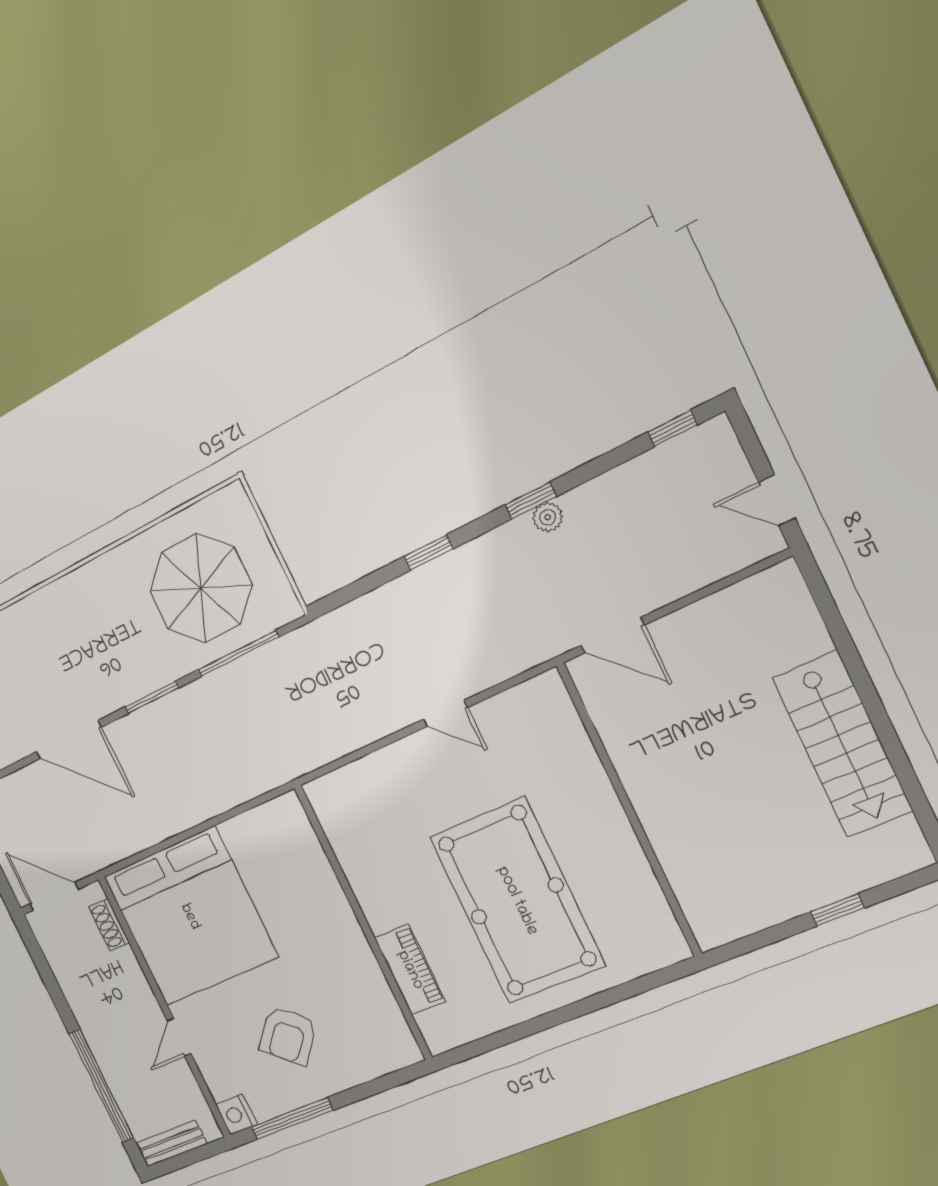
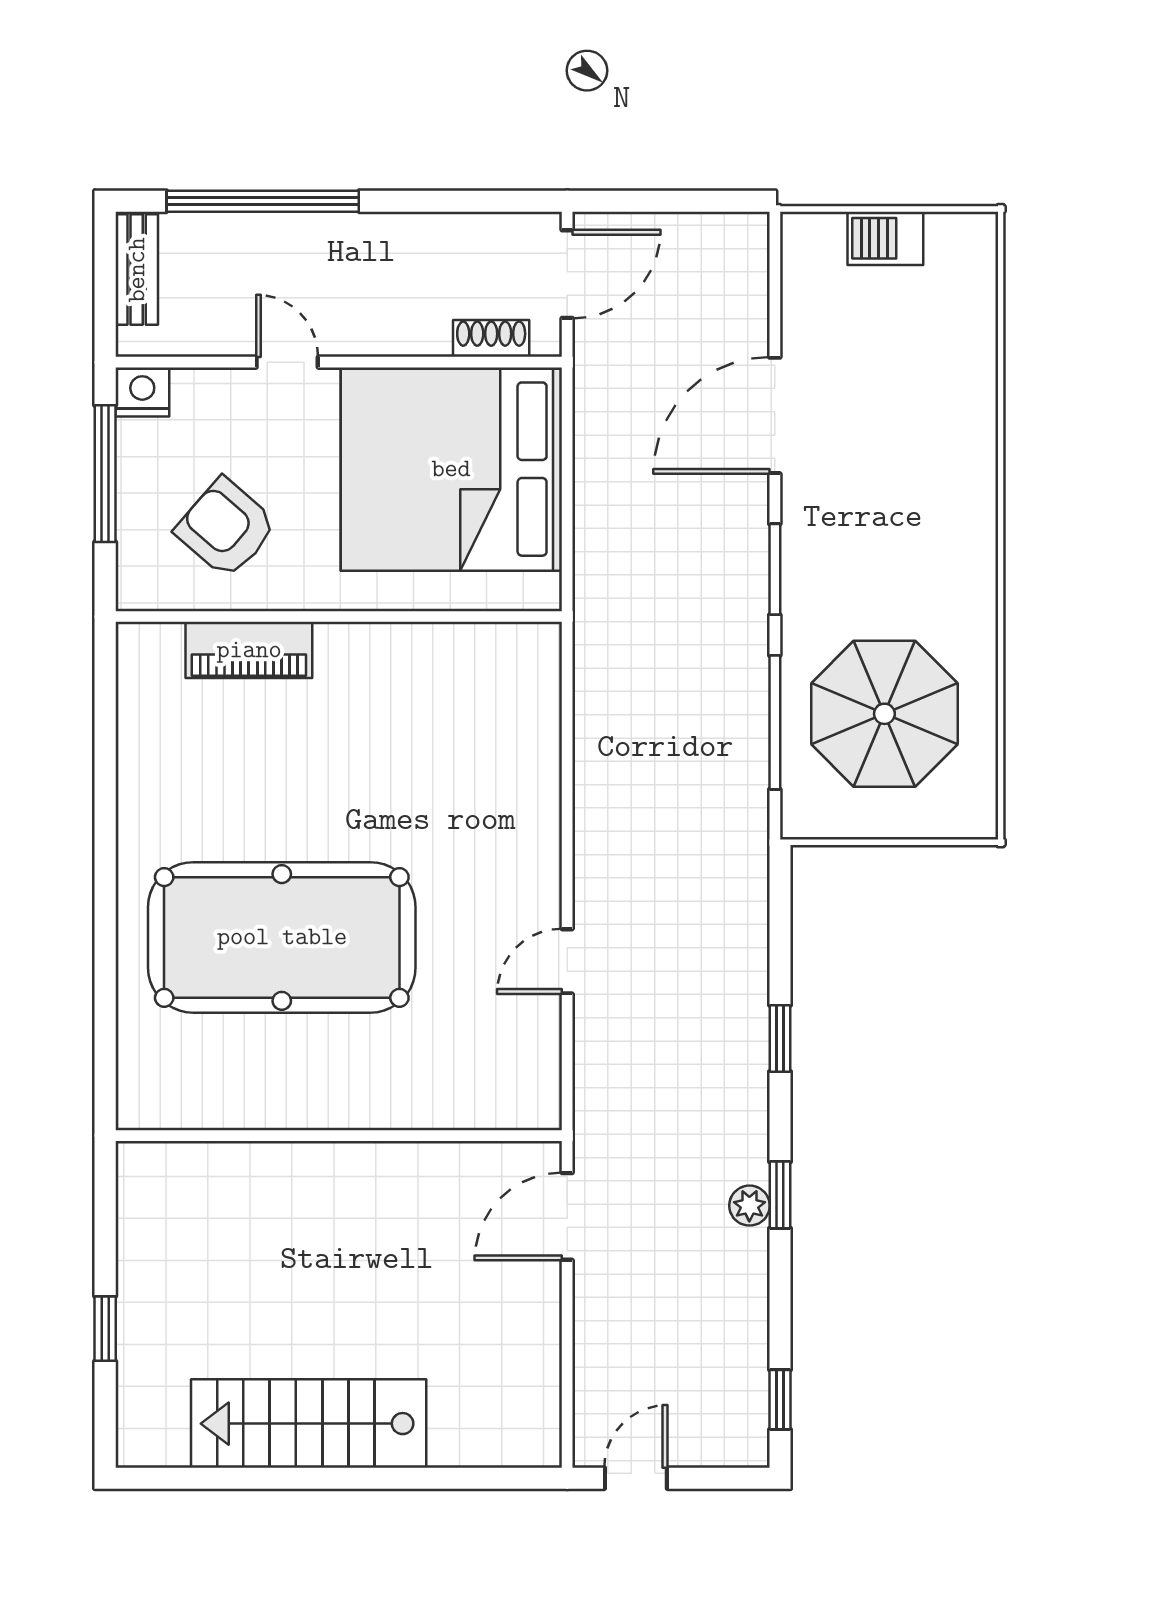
wall: (363, 923) -> (339, 616), moved
piano: (410, 970) -> (249, 650), moved

